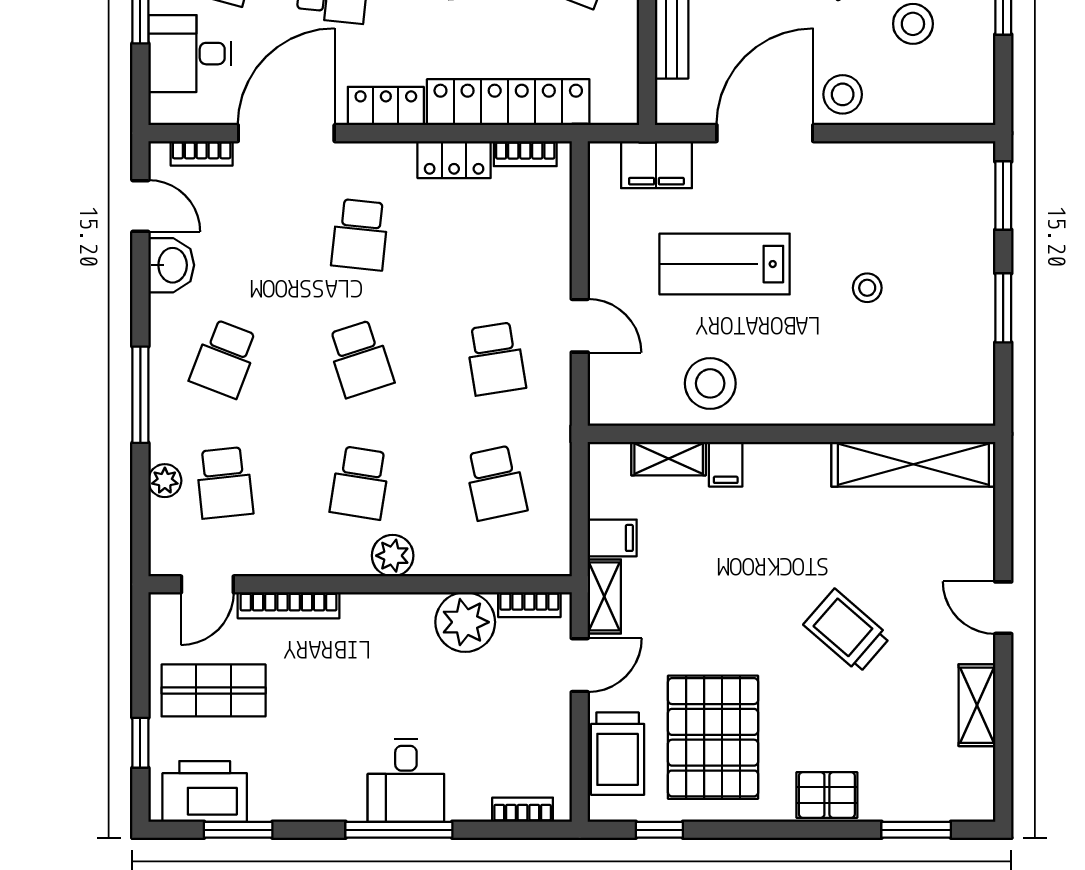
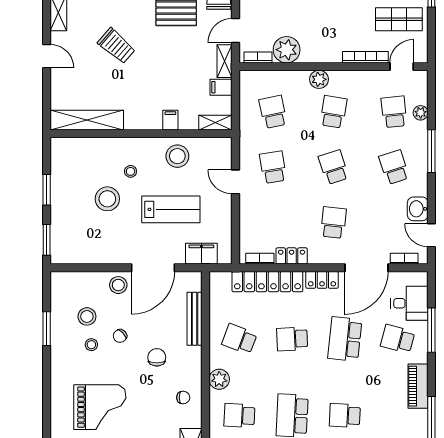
stool: (867, 288) -> (107, 199), width x1.89, depth x1.89
stool: (815, 349) -> (131, 171), added
school desk: (224, 359) -> (394, 167), turned -39
shelving: (669, 459) -> (215, 123), moved

